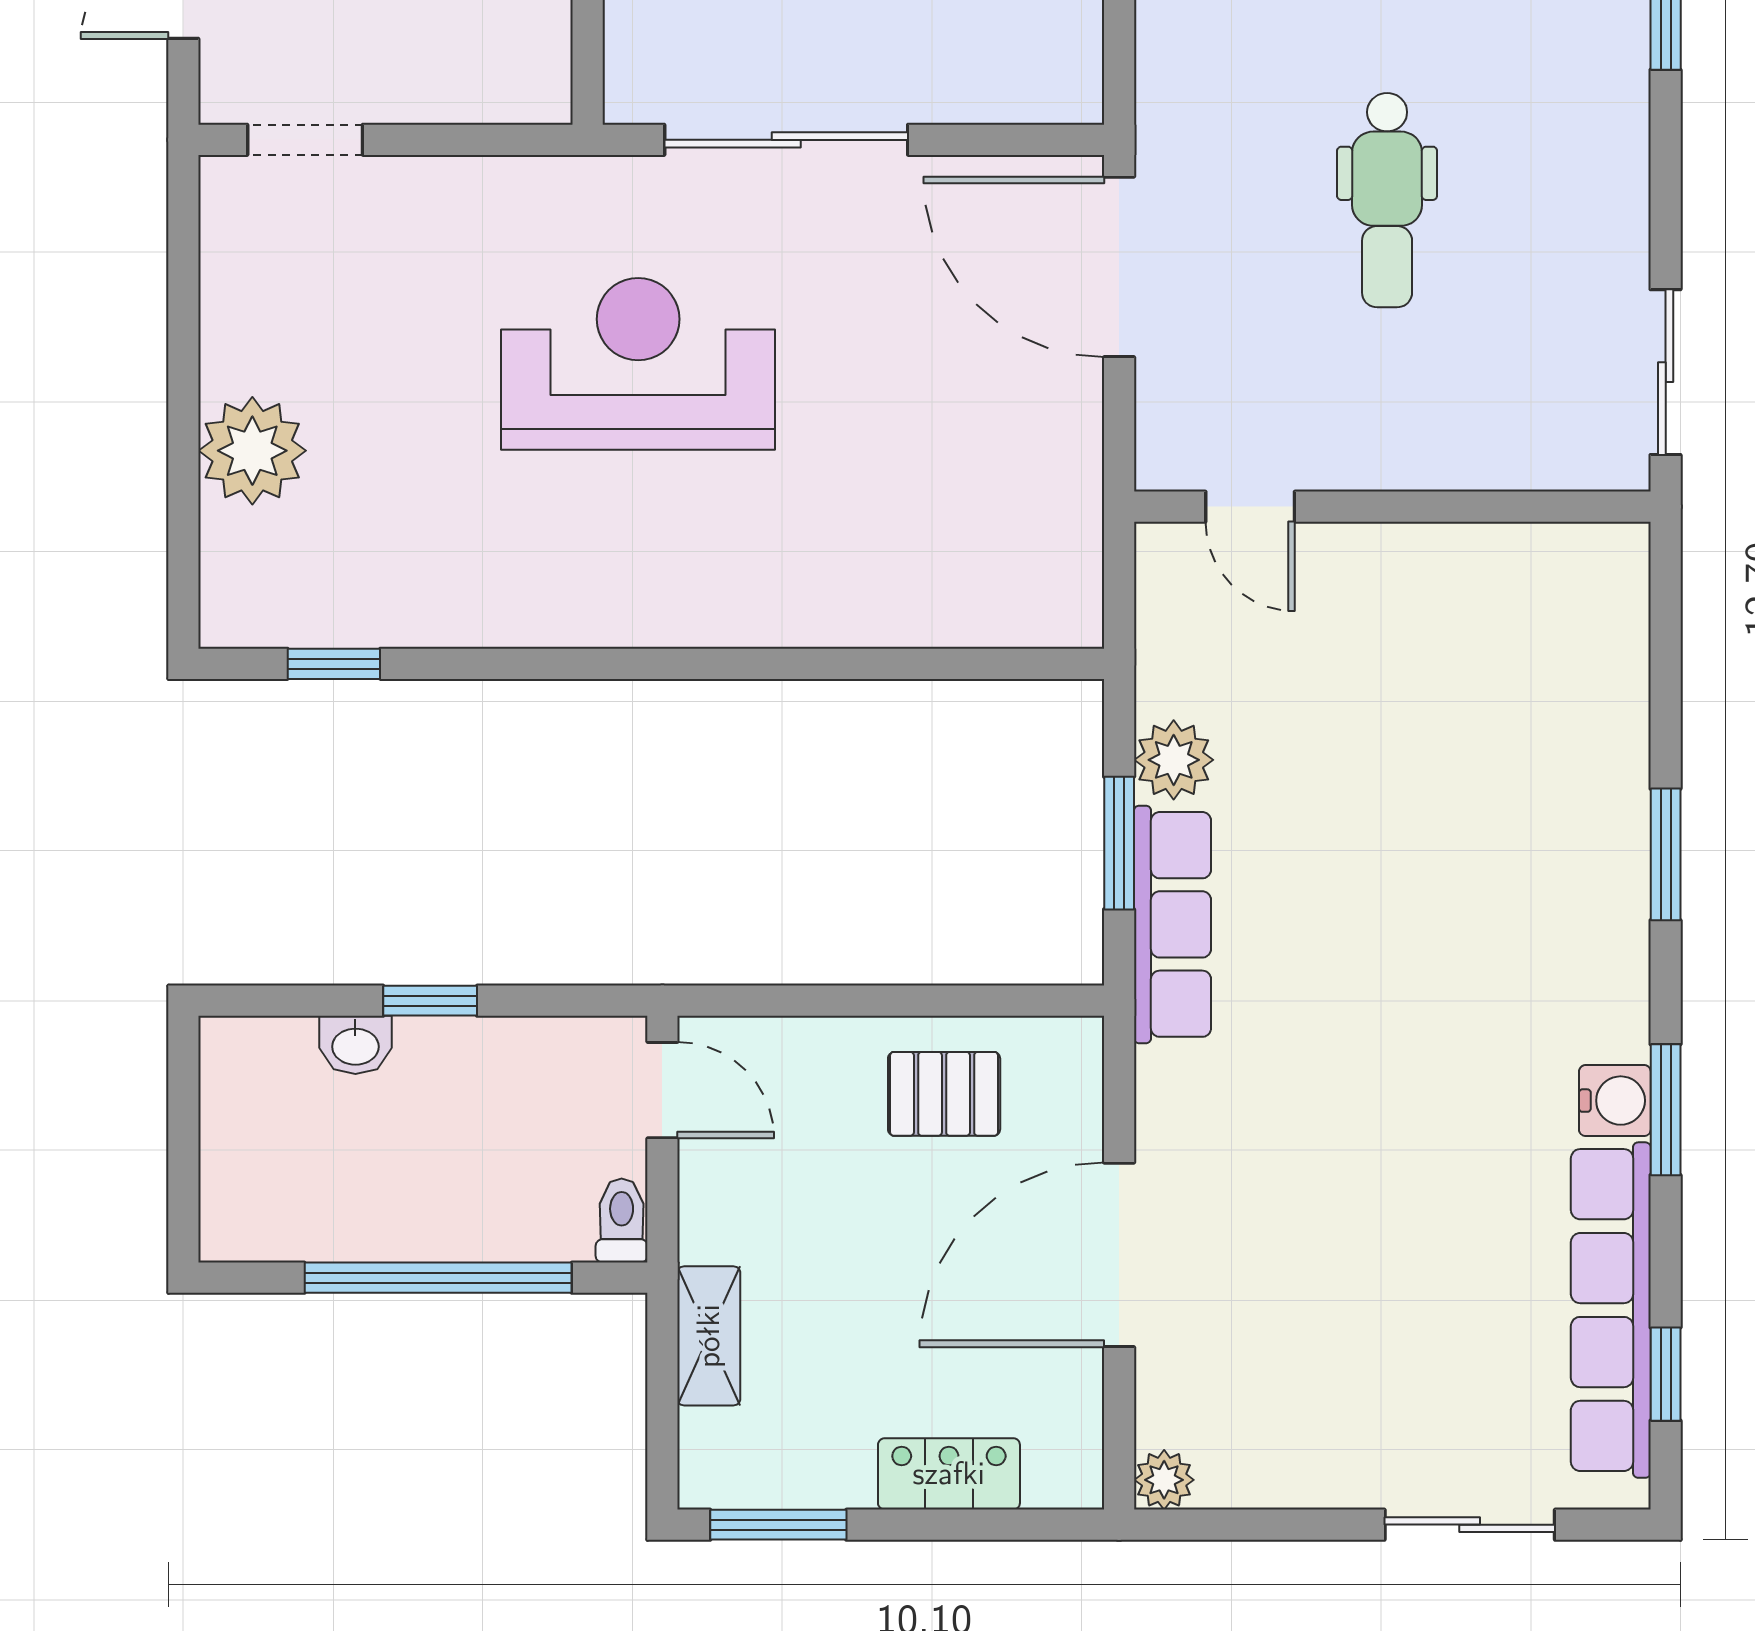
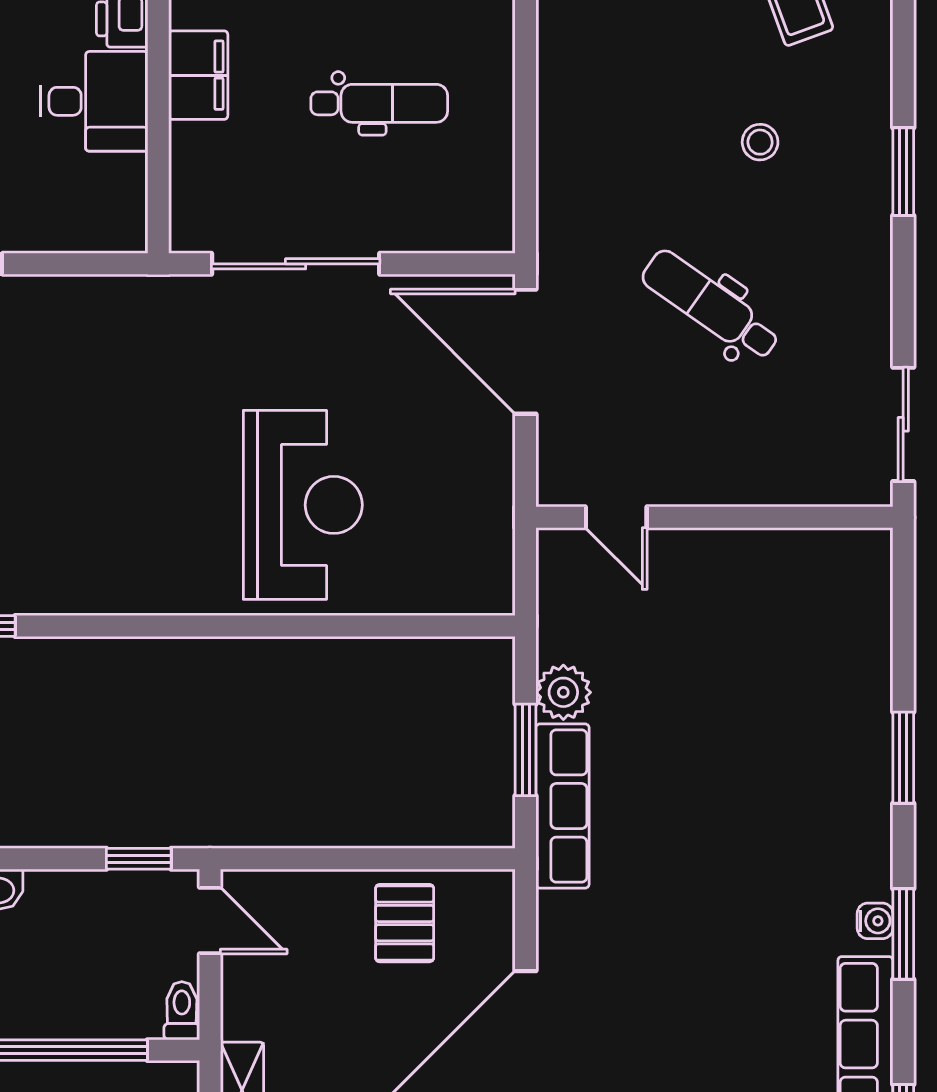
dental chair: (1387, 200) -> (711, 305), turned 125
reception desk: (638, 364) -> (303, 505), moved, turned 90
window: (430, 1001) -> (139, 859), moved
pallet: (944, 1094) -> (405, 923), turned 90
water cooler: (1615, 1101) -> (875, 921), width x0.72, depth x0.72

